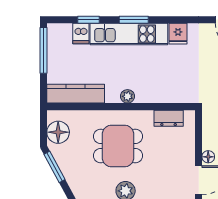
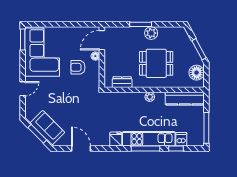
window: (134, 20) -> (145, 149), width x1.44

